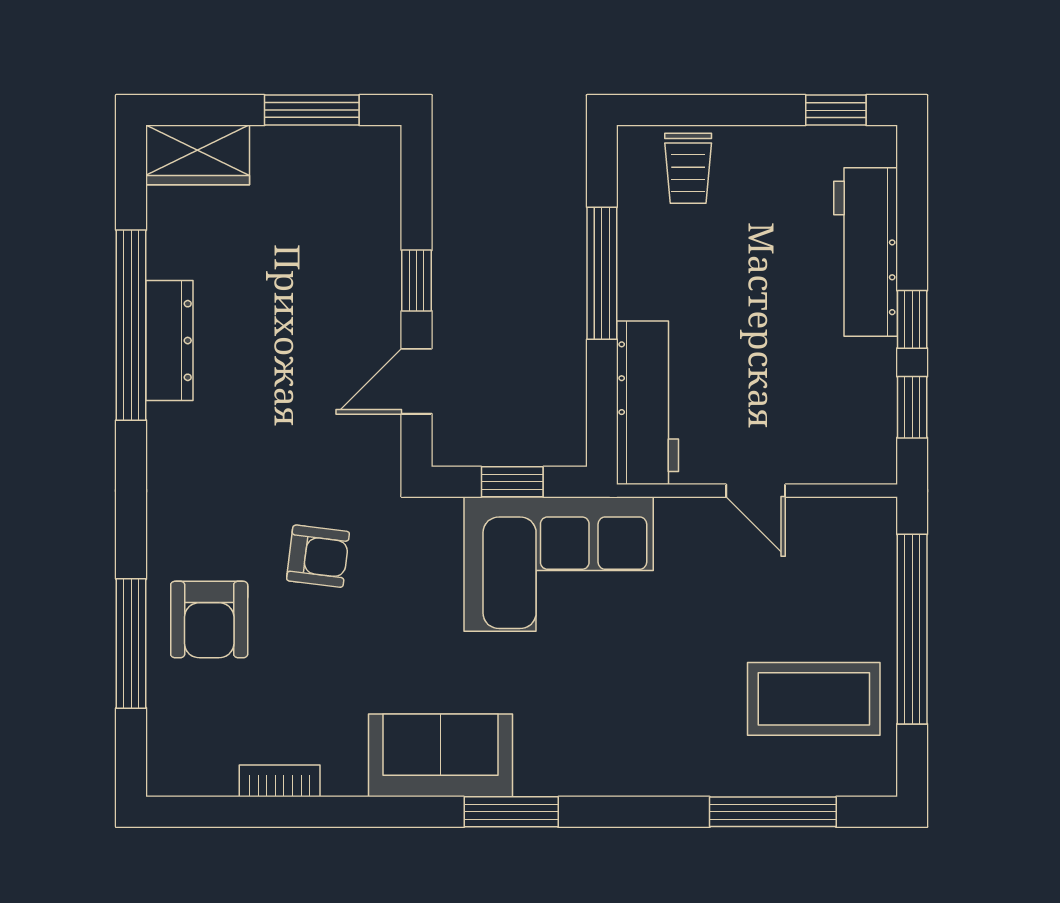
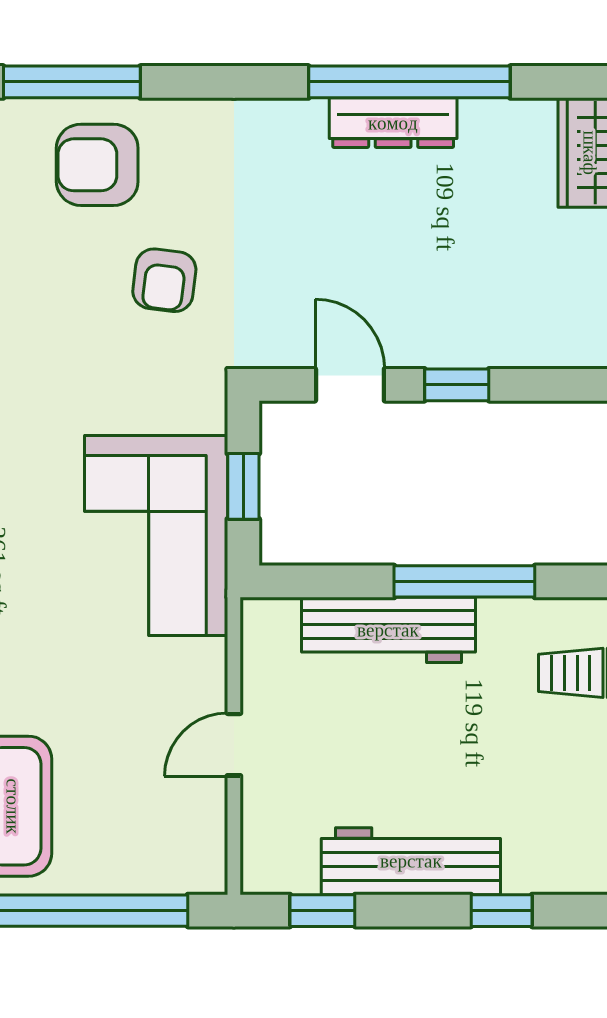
workbench: (866, 252) -> (411, 861), moved
window: (912, 319) -> (502, 911), moved
workbench: (648, 403) -> (388, 630), moved

